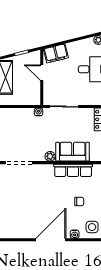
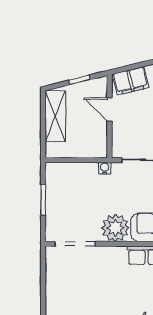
plant: (50, 156) -> (115, 228), width x1.88, depth x1.88

